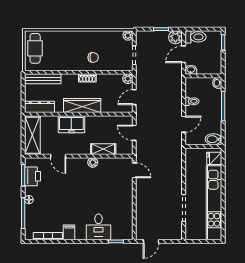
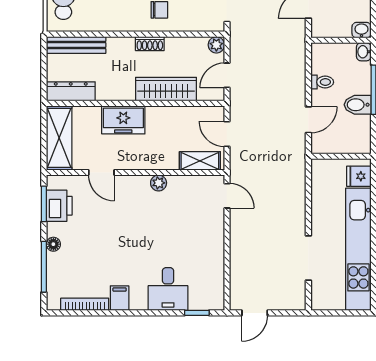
washbasin: (191, 70) -> (361, 30), moved
wardrobe: (82, 106) -> (166, 89), moved
bidet: (213, 139) -> (358, 105), moved
shelving: (103, 149) -> (200, 161), moved

